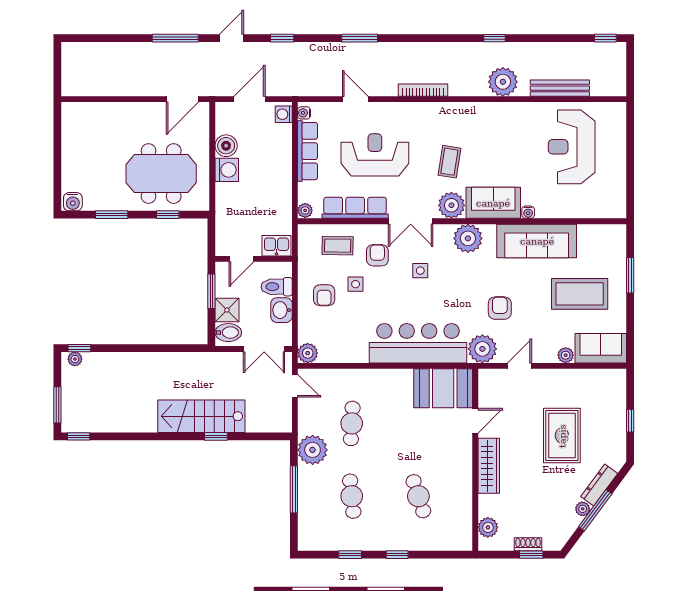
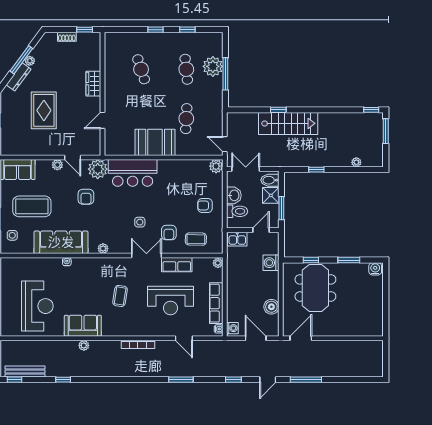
window: (494, 38) -> (63, 380), moved
plant: (503, 82) -> (84, 345), width x0.53, depth x0.53
bench: (560, 88) -> (25, 372), moved
door: (249, 99) -> (256, 338), swing flipped
washing machine: (227, 170) -> (271, 263), moved
meeting table: (161, 174) -> (315, 288), turned 90
sofa: (493, 203) -> (83, 326), moved, turned 180
plant: (451, 205) -> (119, 266), removed
row of seats: (355, 208) -> (177, 265), width x0.68
plant: (468, 238) -> (103, 248), width x0.53, depth x0.53
side table: (356, 284) -> (12, 235), moved
armchair: (324, 295) -> (205, 205), turned -90
bar counter: (418, 343) -> (133, 173), width x0.73
window: (79, 348) -> (316, 170), moved
plant: (566, 355) -> (57, 165), moved
plant: (75, 359) -> (356, 162), moved
door: (519, 366) -> (73, 158), hinge flipped
booth: (443, 388) -> (155, 142), moved
plant: (313, 450) -> (213, 66), moved
wardrobe: (489, 466) -> (93, 84), width x0.67
plant: (488, 527) -> (94, 48), removed
window: (531, 555) -> (85, 30), moved

